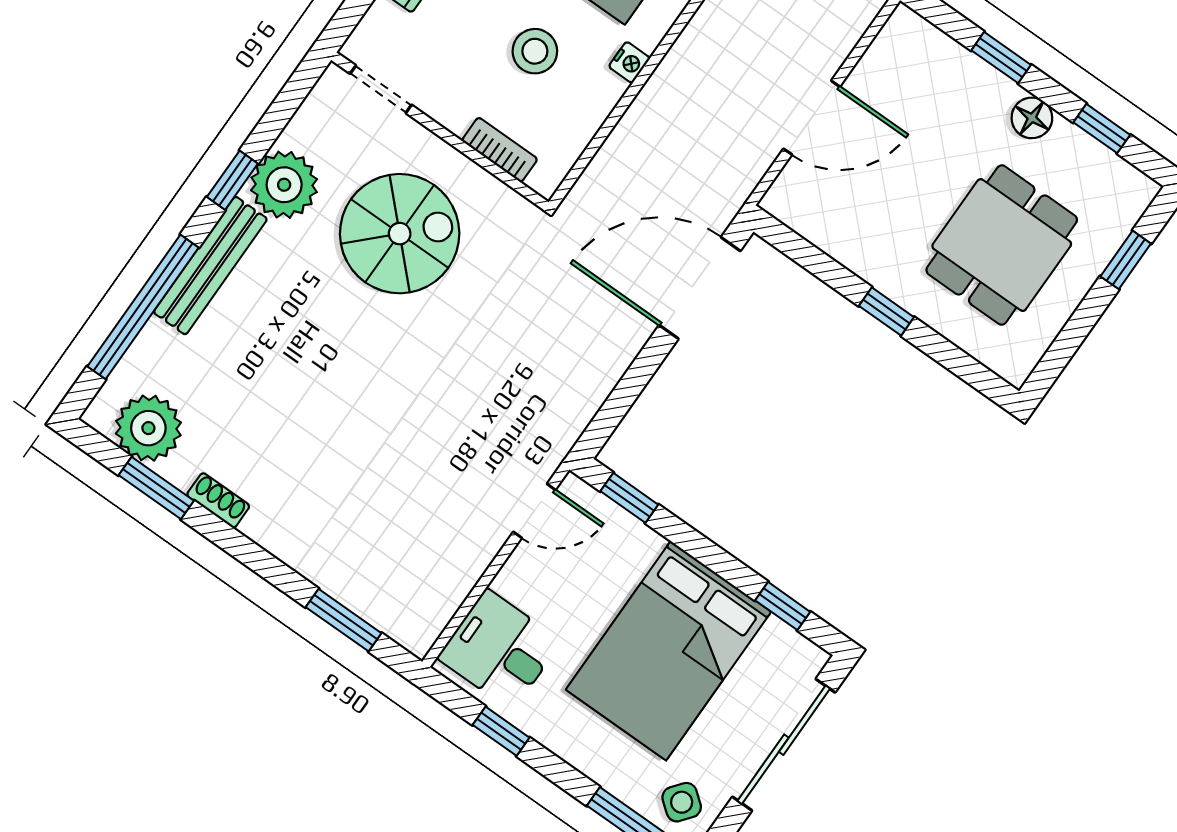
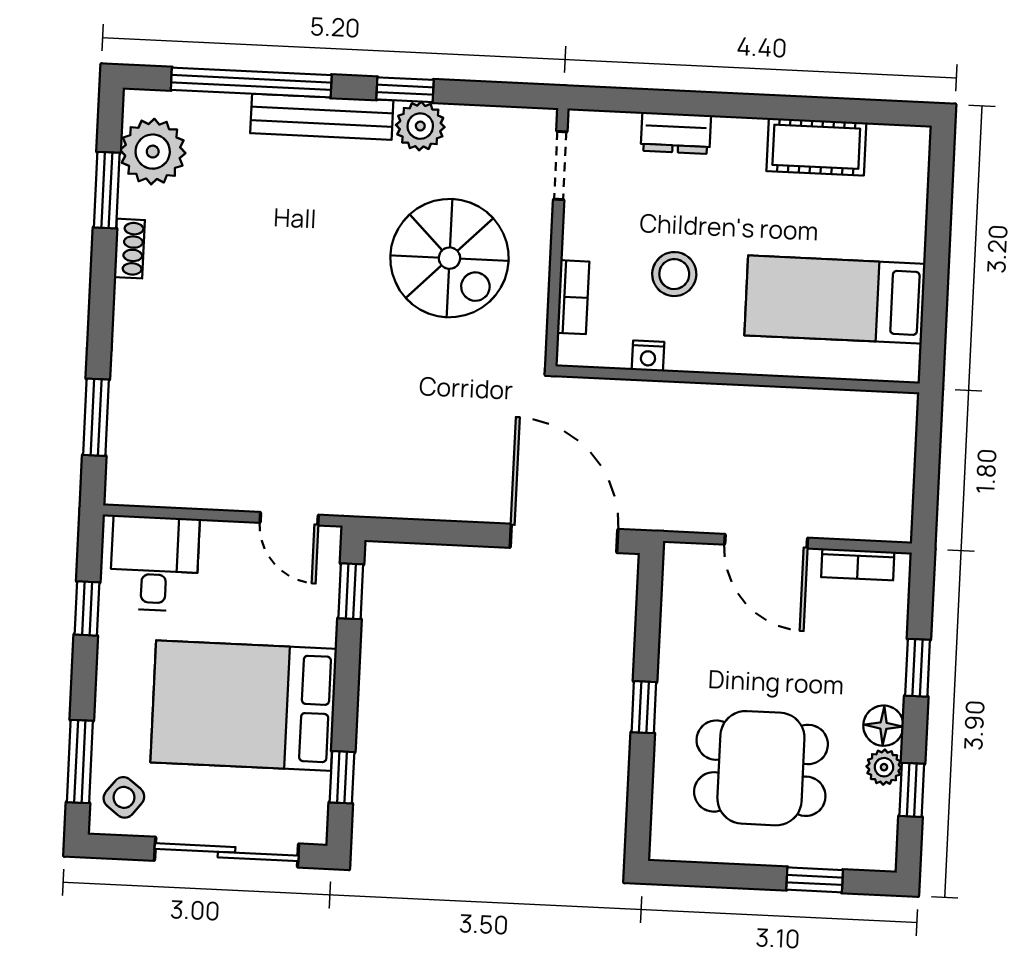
bookcase: (881, 52) -> (858, 564), added
nightstand: (629, 62) -> (648, 356), moved
plant: (1067, 140) -> (884, 767), added
plant: (284, 185) -> (420, 126), width x0.73, depth x0.73

